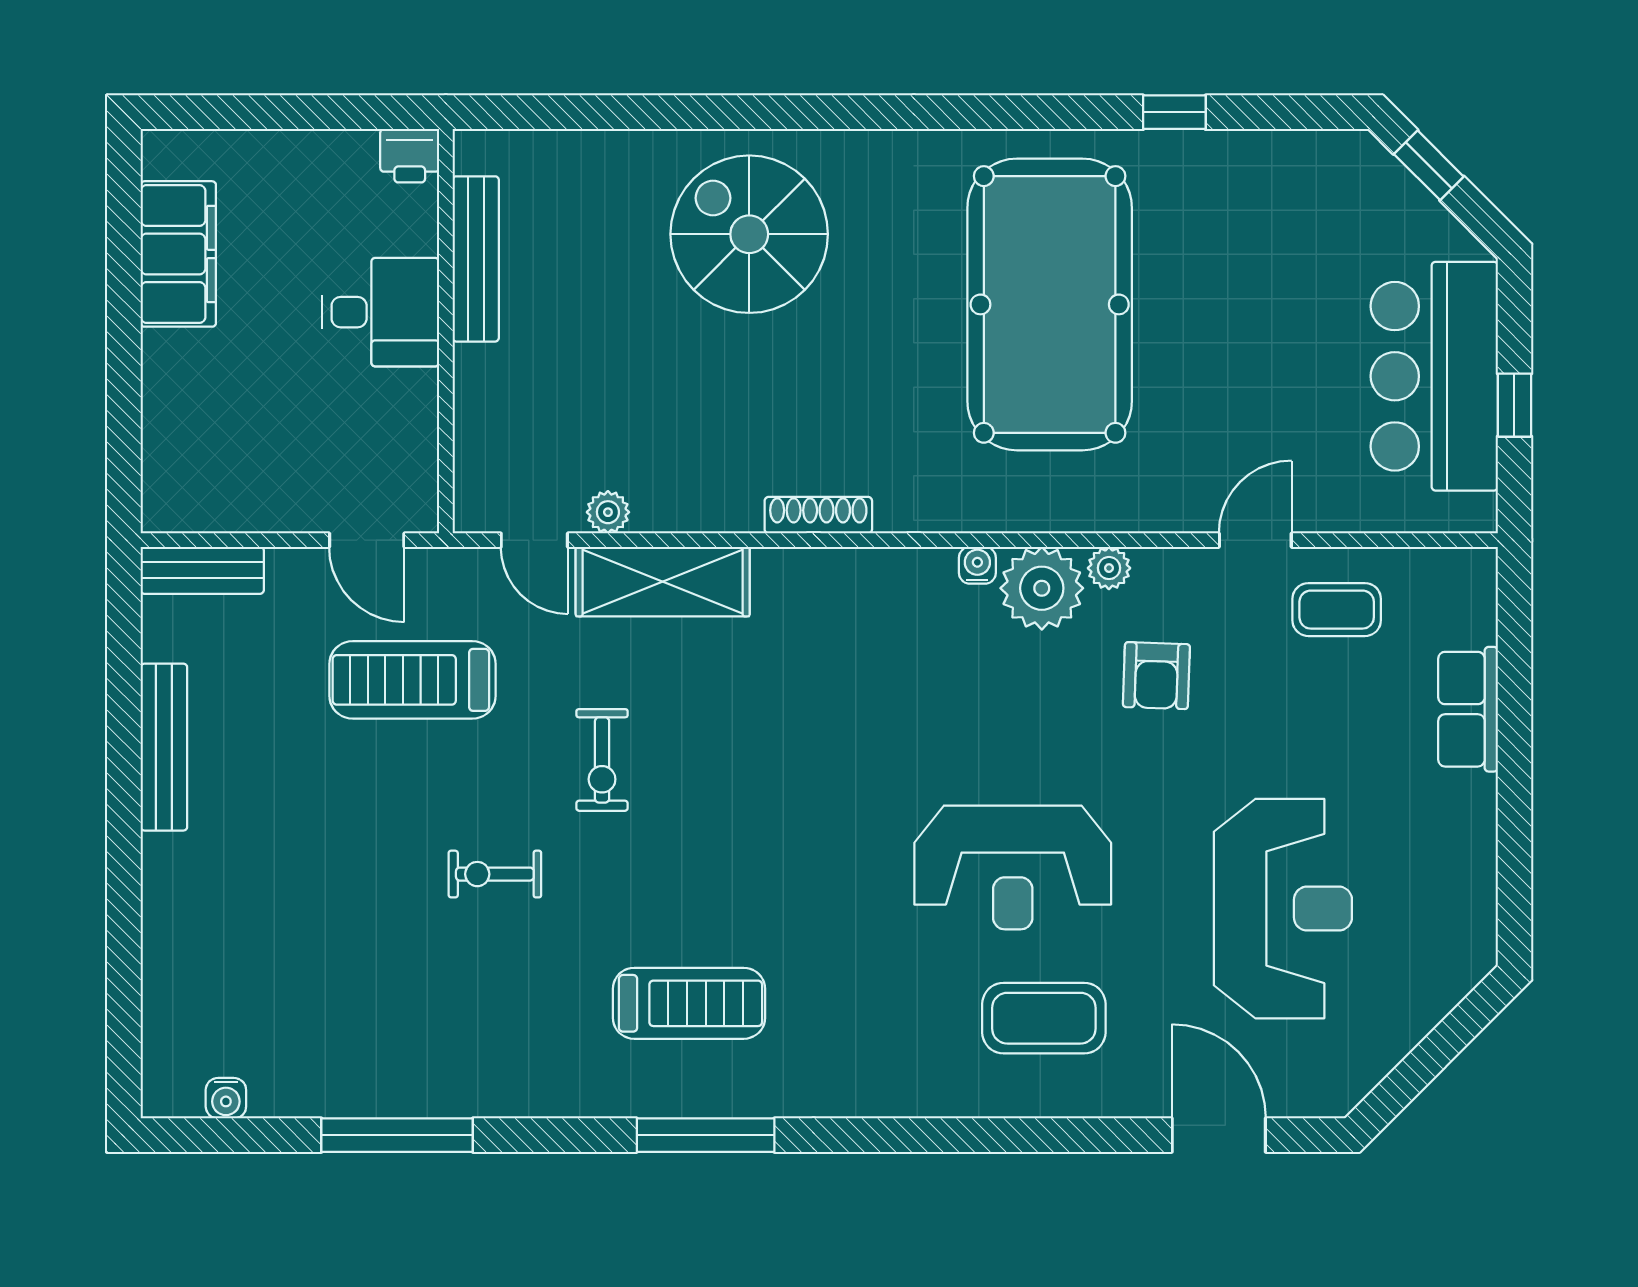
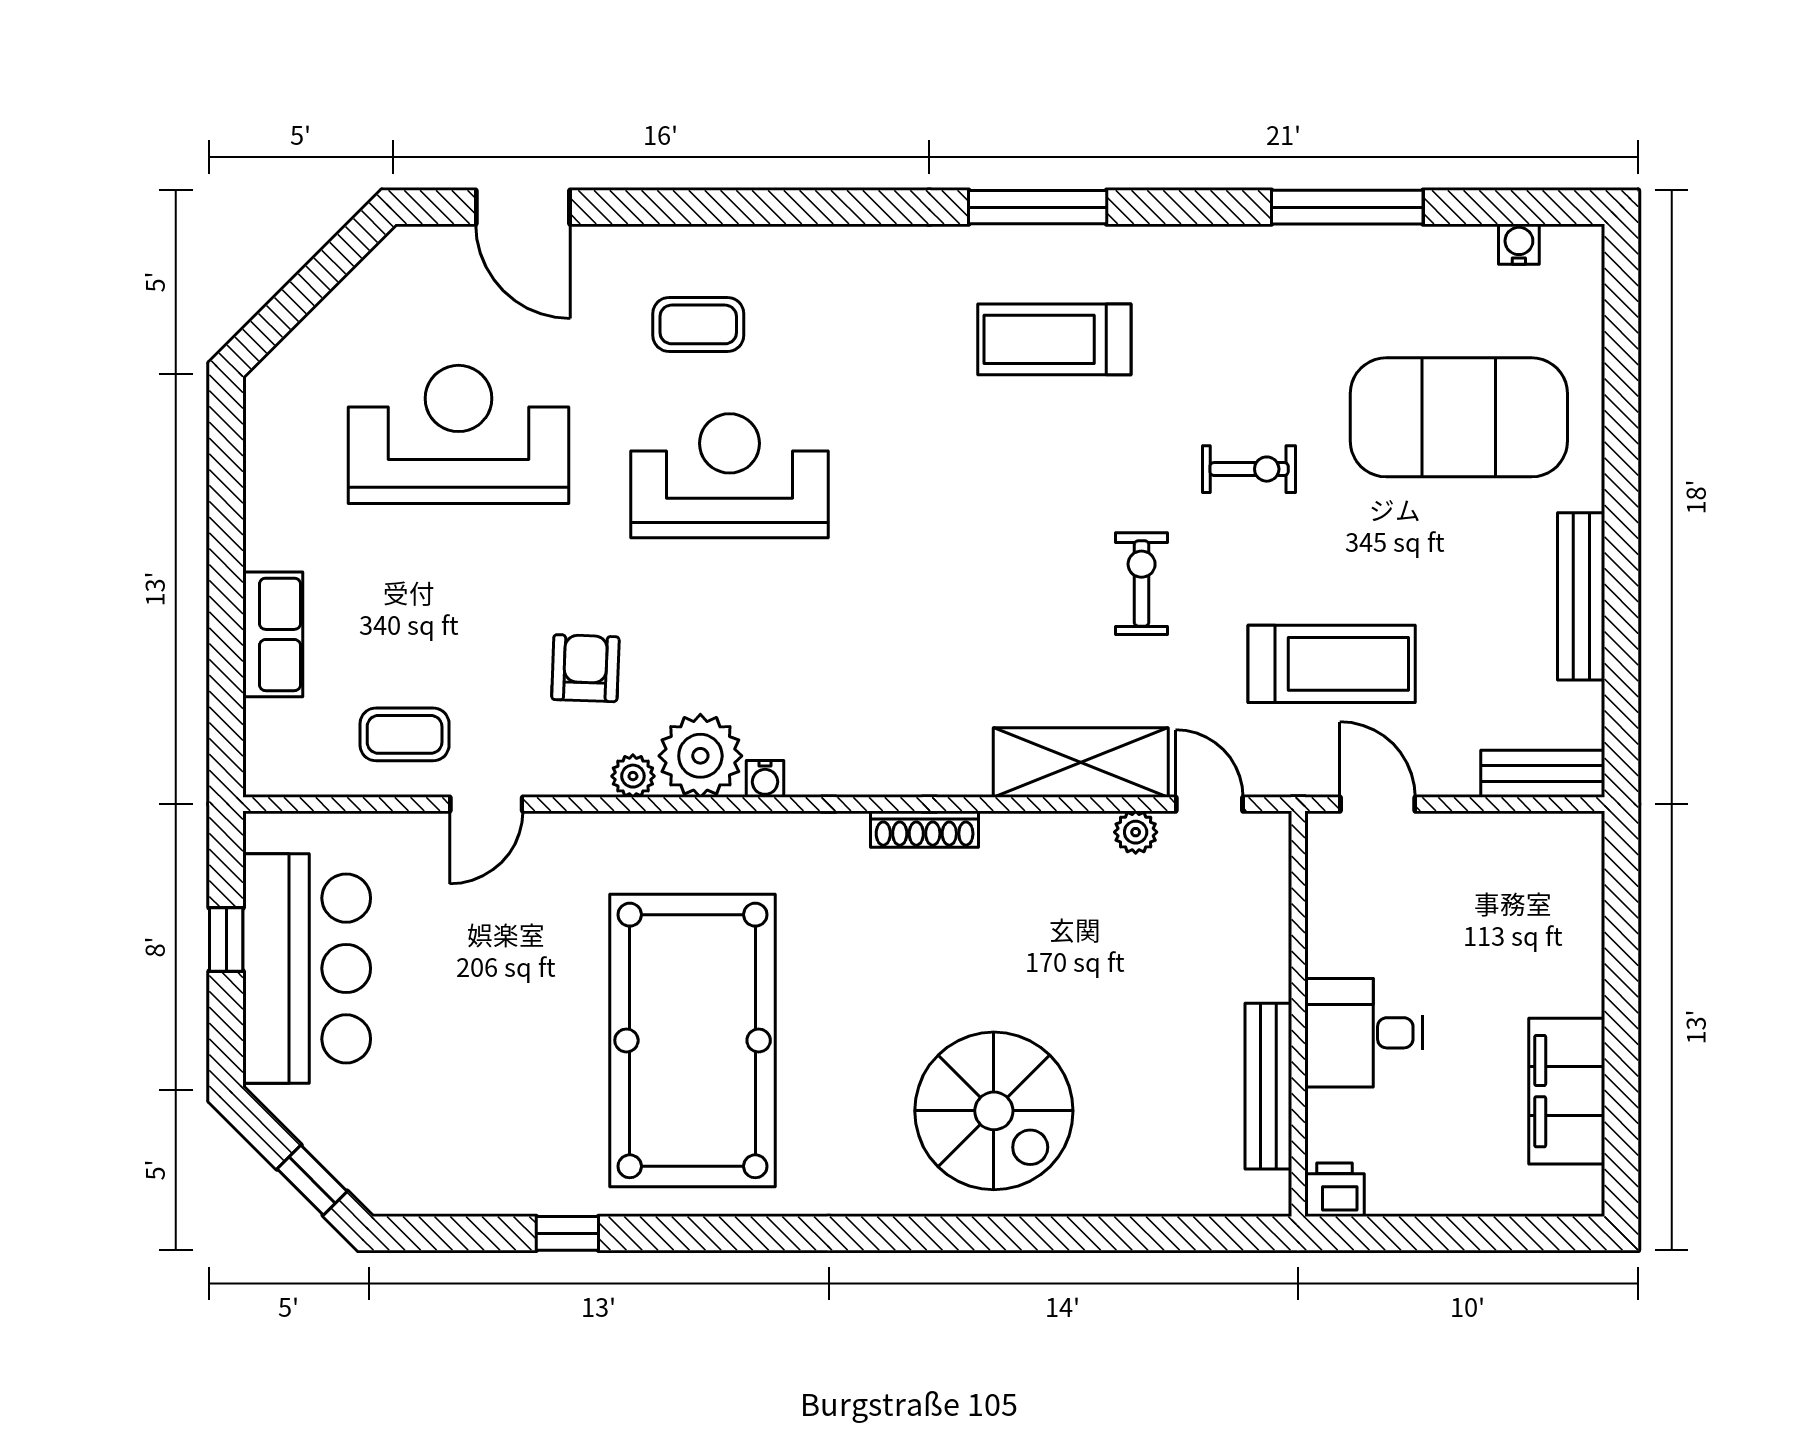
reception desk: (1283, 909) -> (458, 434), turned 90
exercise mat: (286, 926) -> (1459, 417), added
coffee table: (1044, 1018) -> (698, 324), width x0.73, depth x0.77

